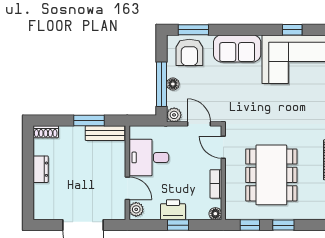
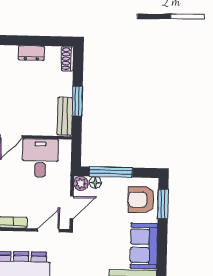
floor lamp: (173, 84) -> (95, 183), moved

